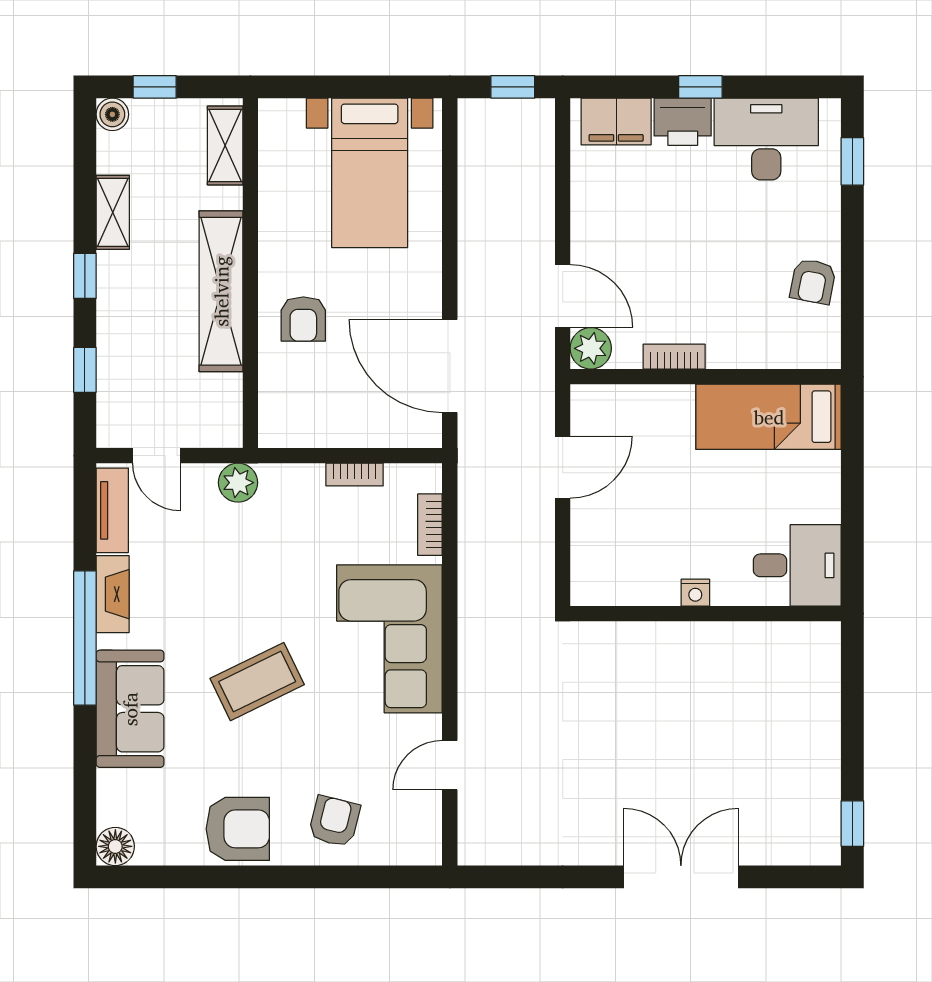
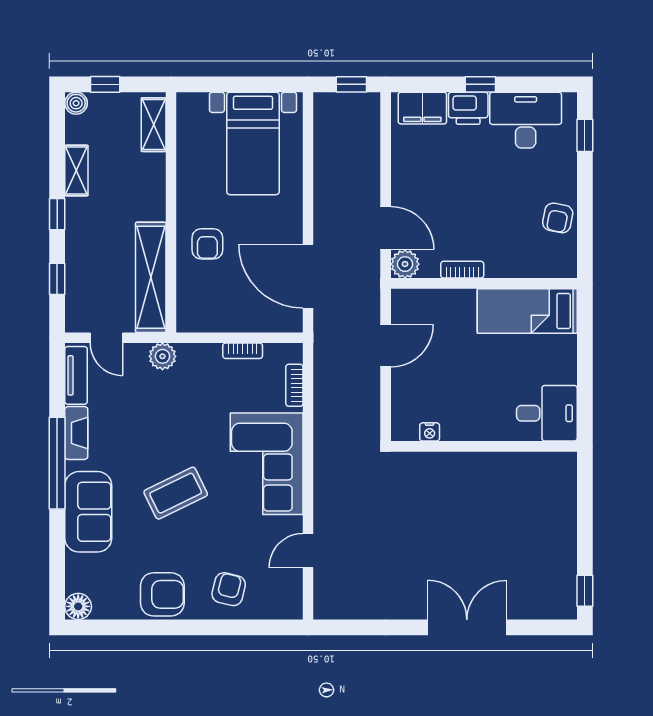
shelving: (221, 291) -> (151, 277), moved
nightstand: (695, 593) -> (430, 432), moved

